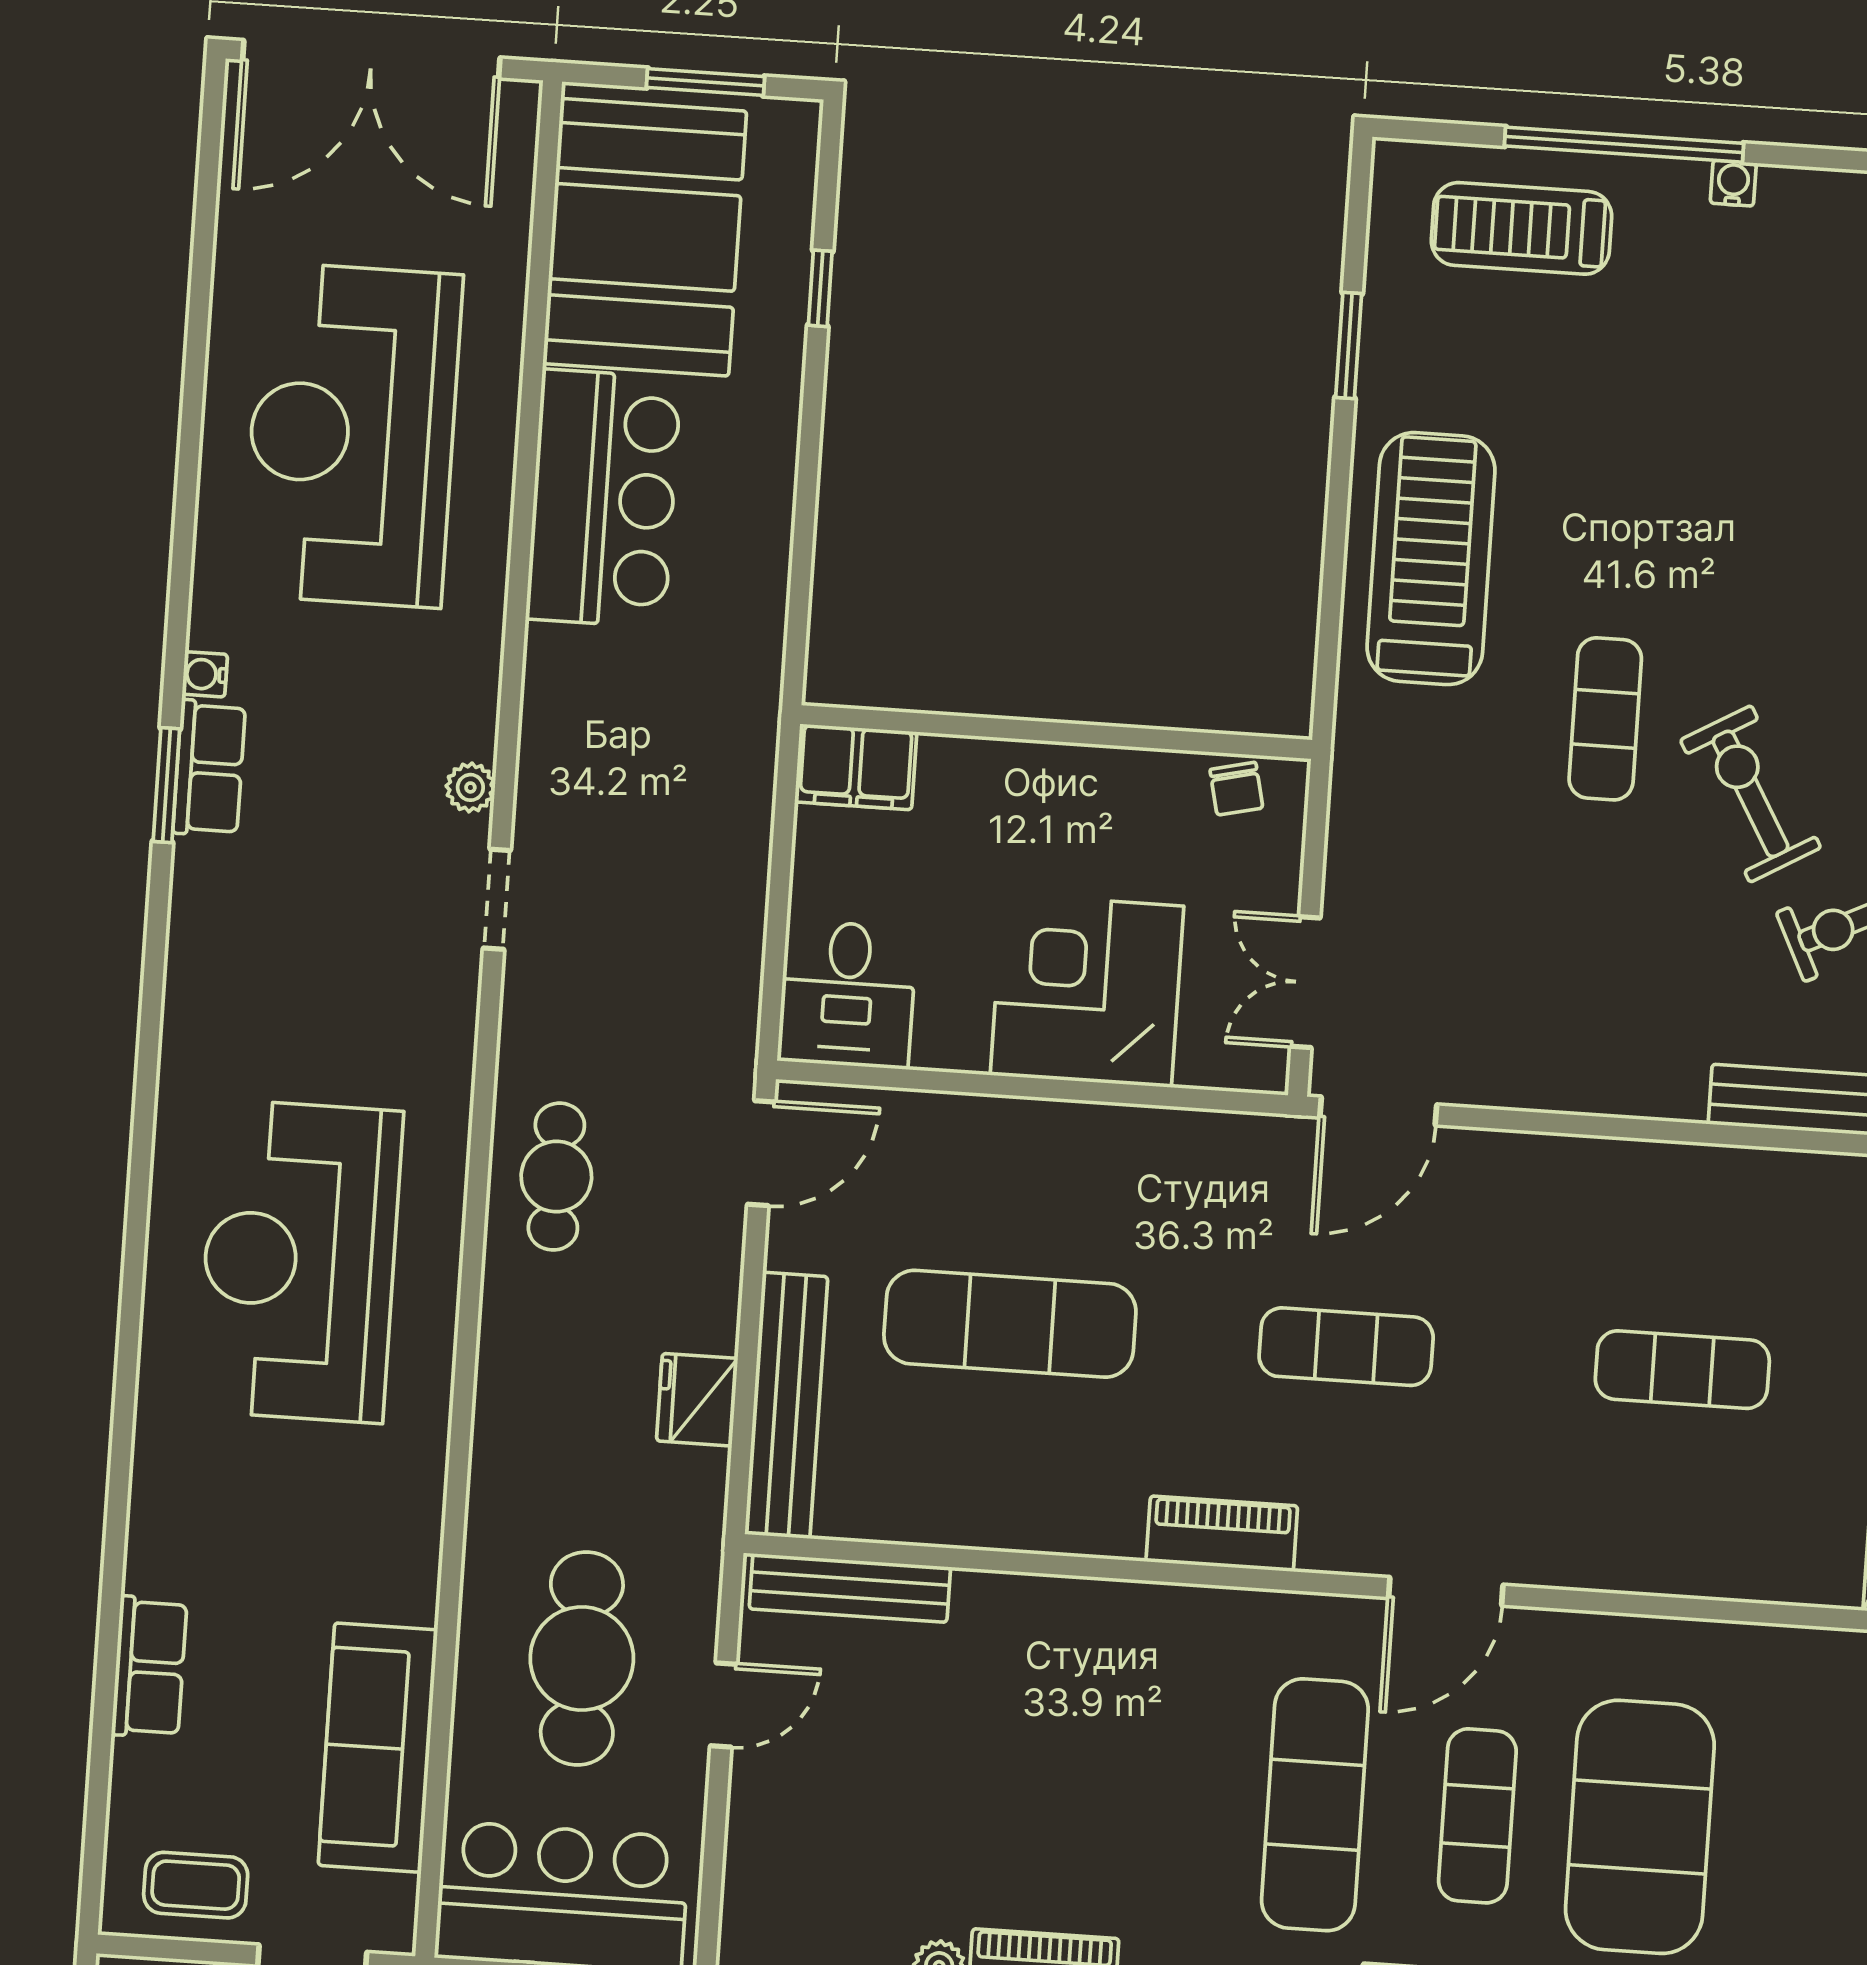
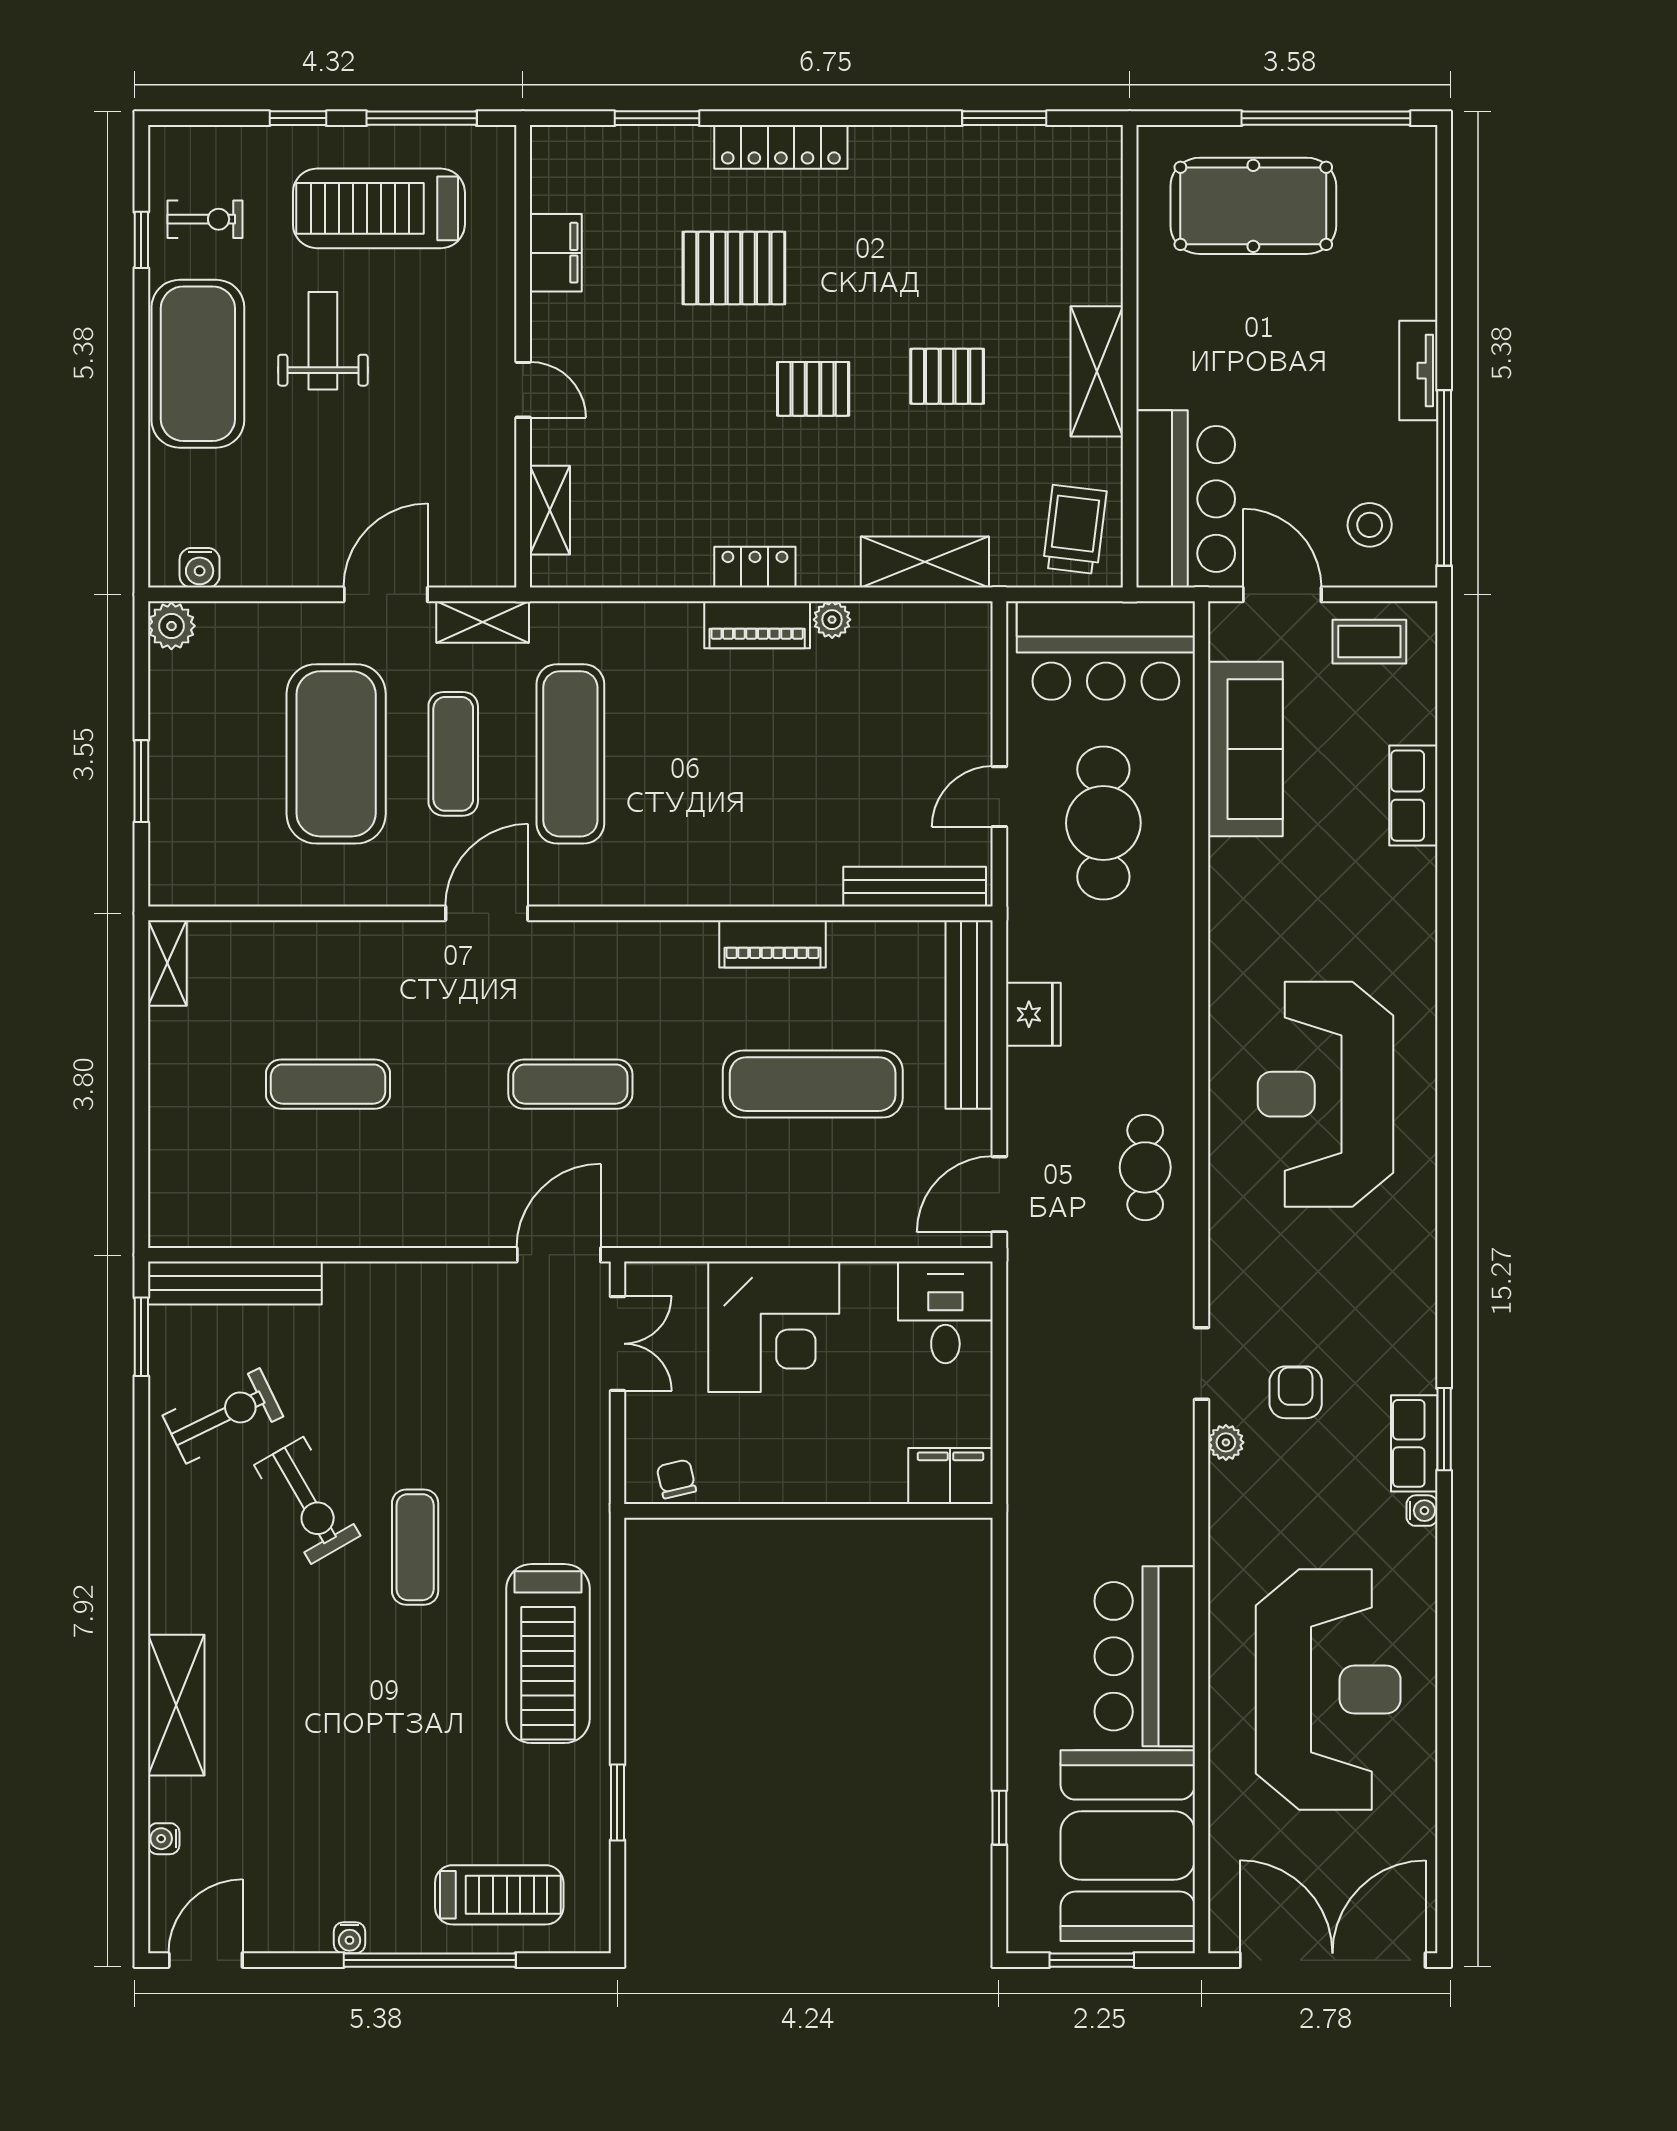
armchair: (369, 850) -> (1296, 1392), added
reception desk: (299, 1261) -> (1325, 1094), turned 180
piano: (1222, 1534) -> (773, 944), moved

